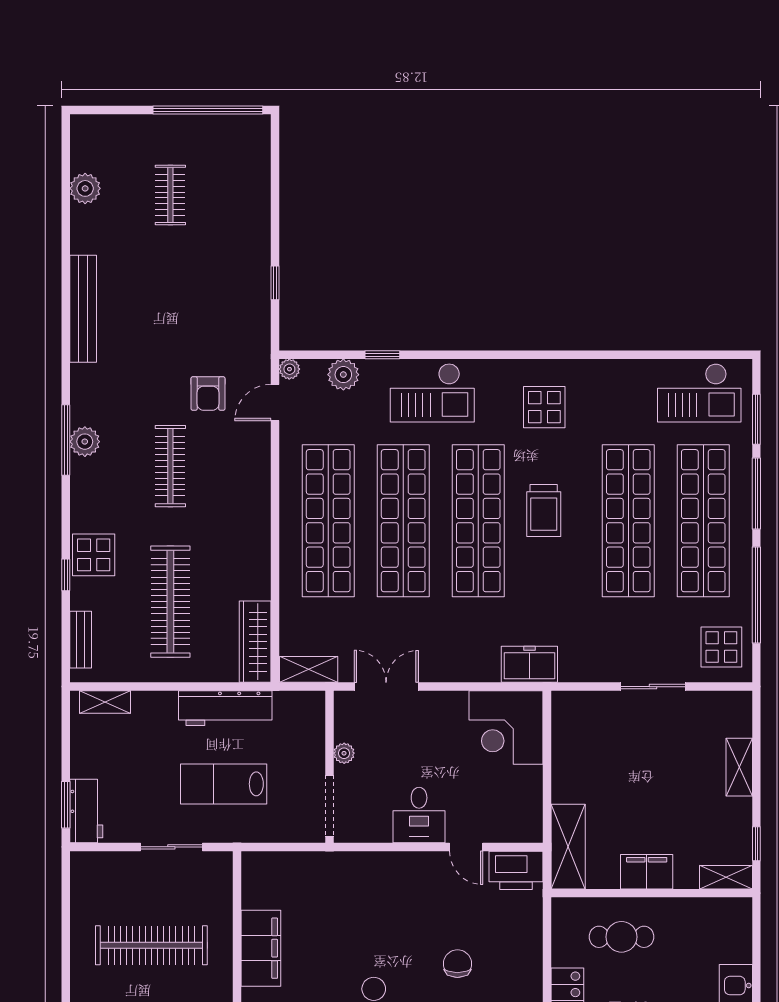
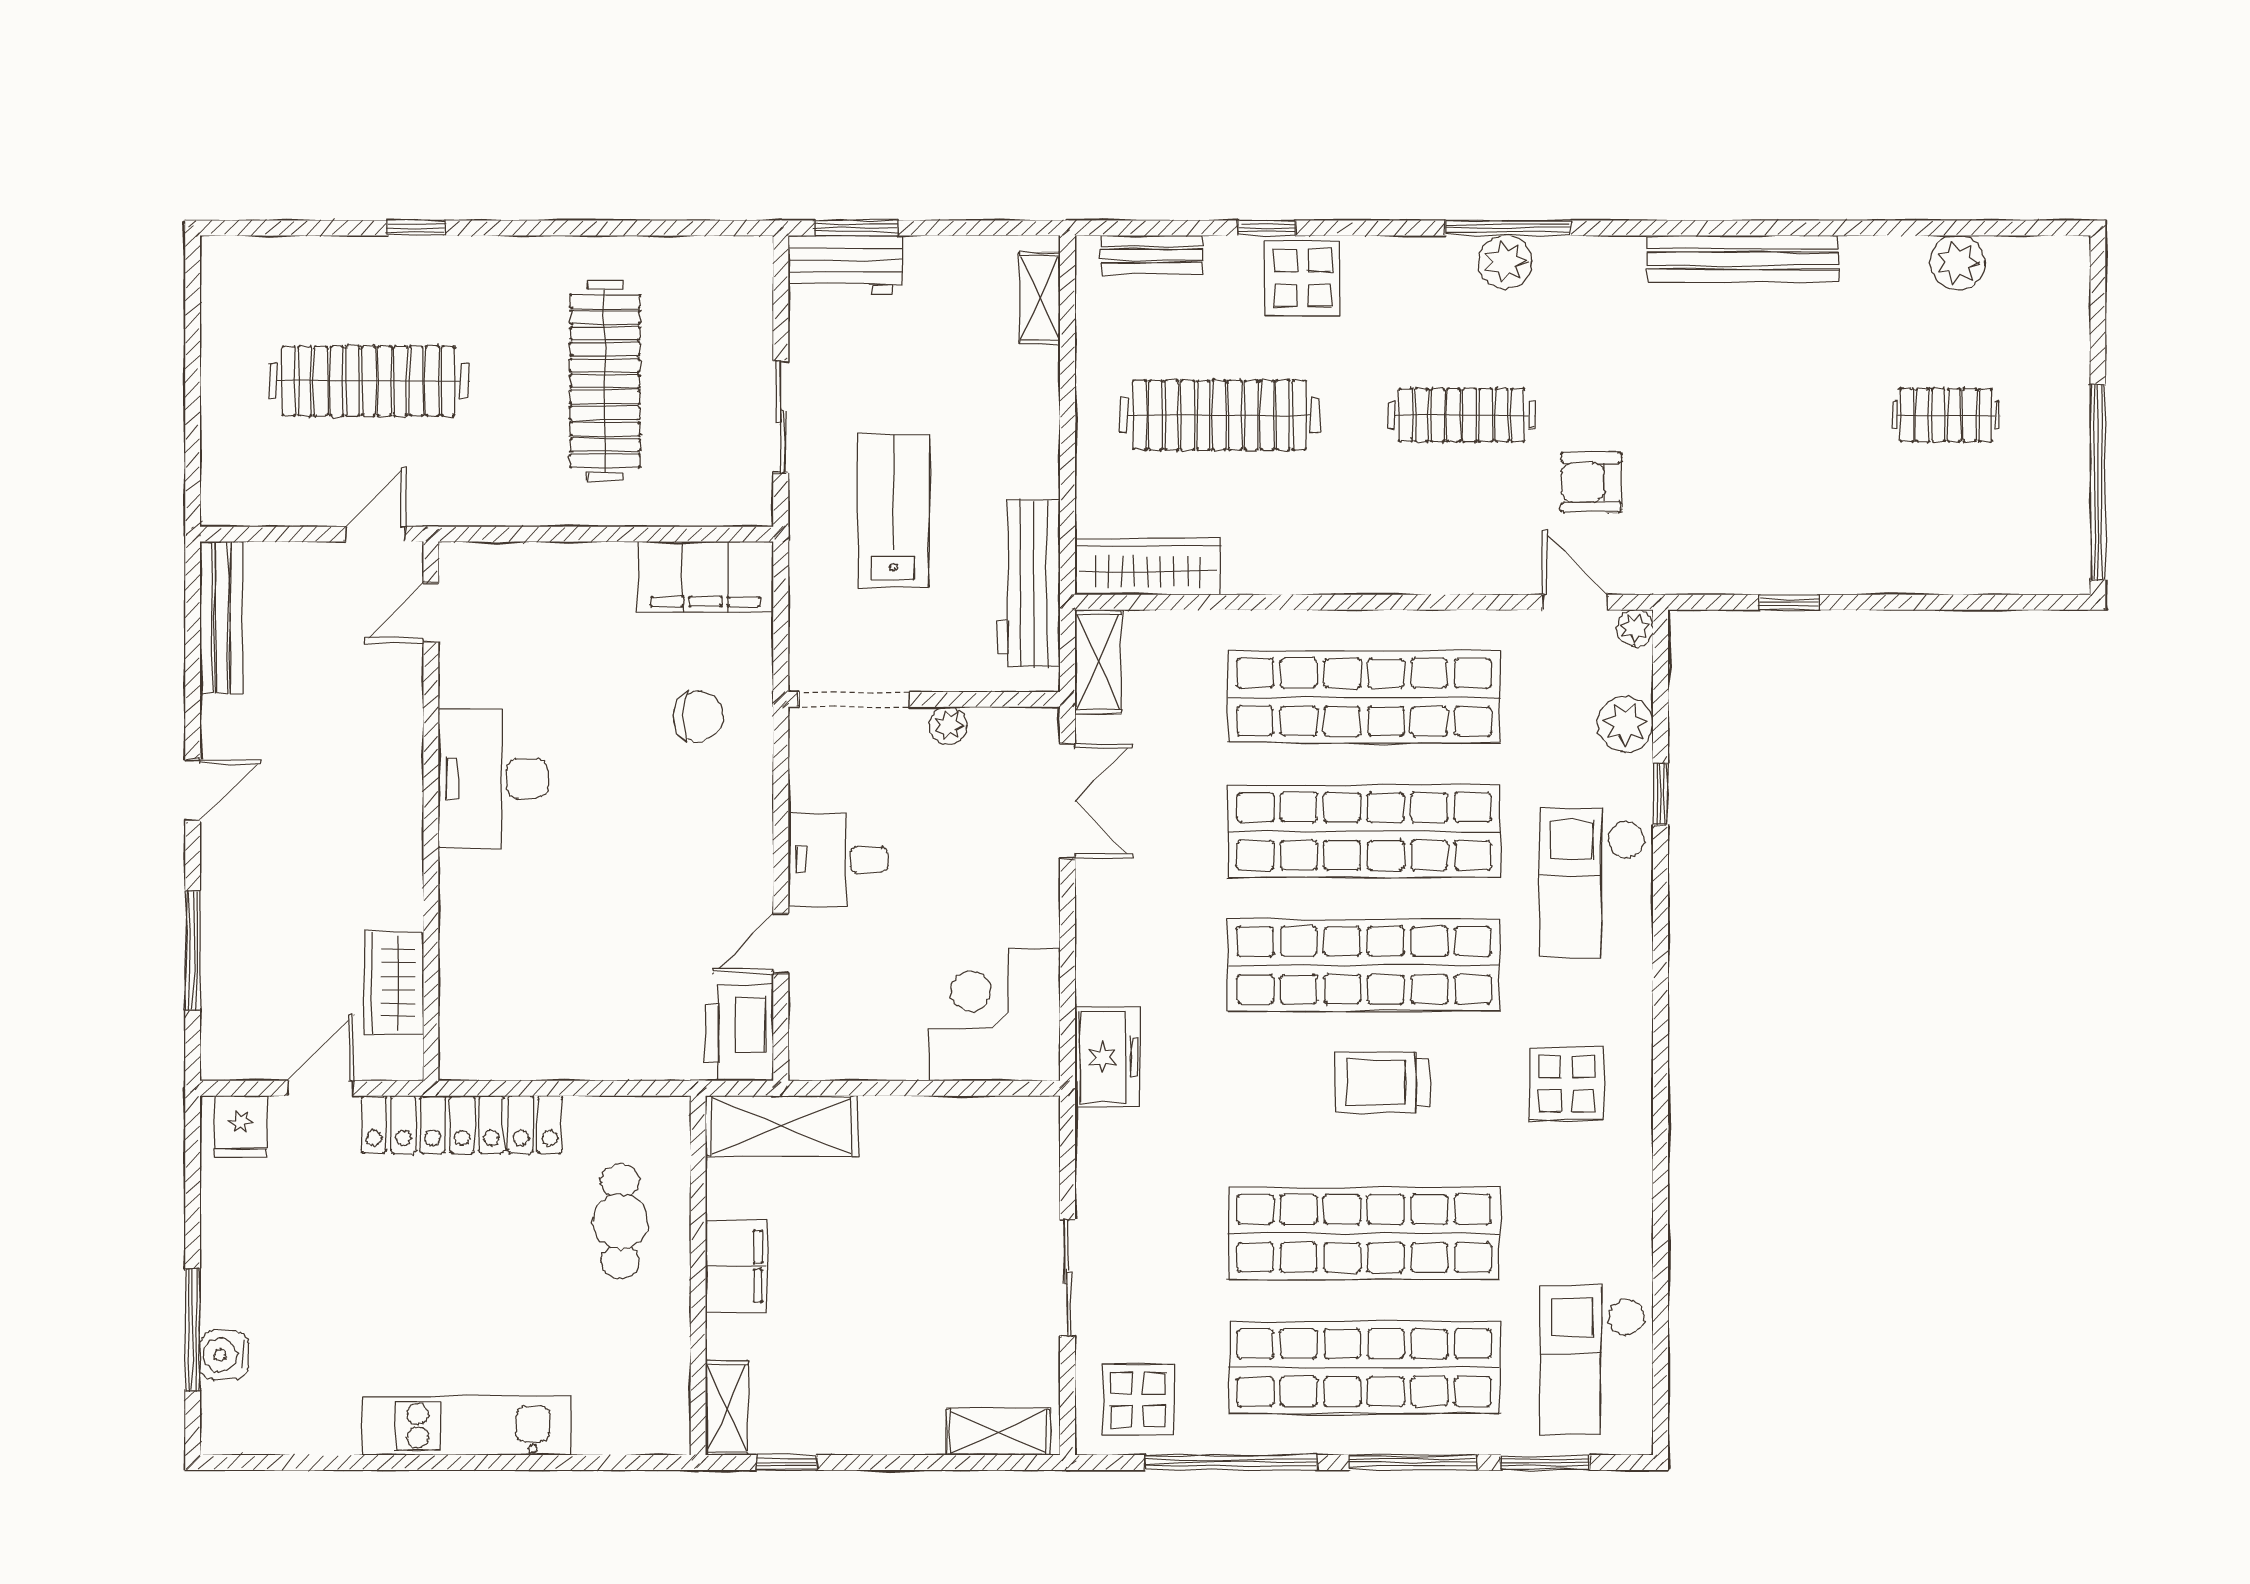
workbench: (225, 708) -> (1029, 583), moved
shelving: (739, 767) -> (998, 1432), moved
filing cabinet: (261, 948) -> (705, 577), moved
chair: (457, 964) -> (698, 716), moved

